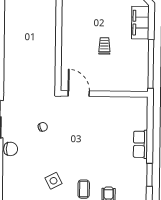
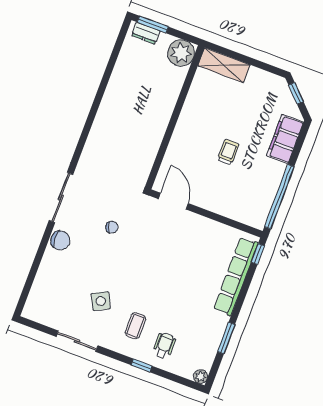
window: (150, 109) -> (258, 254), added
row of seats: (140, 144) -> (236, 276), width x2.02

